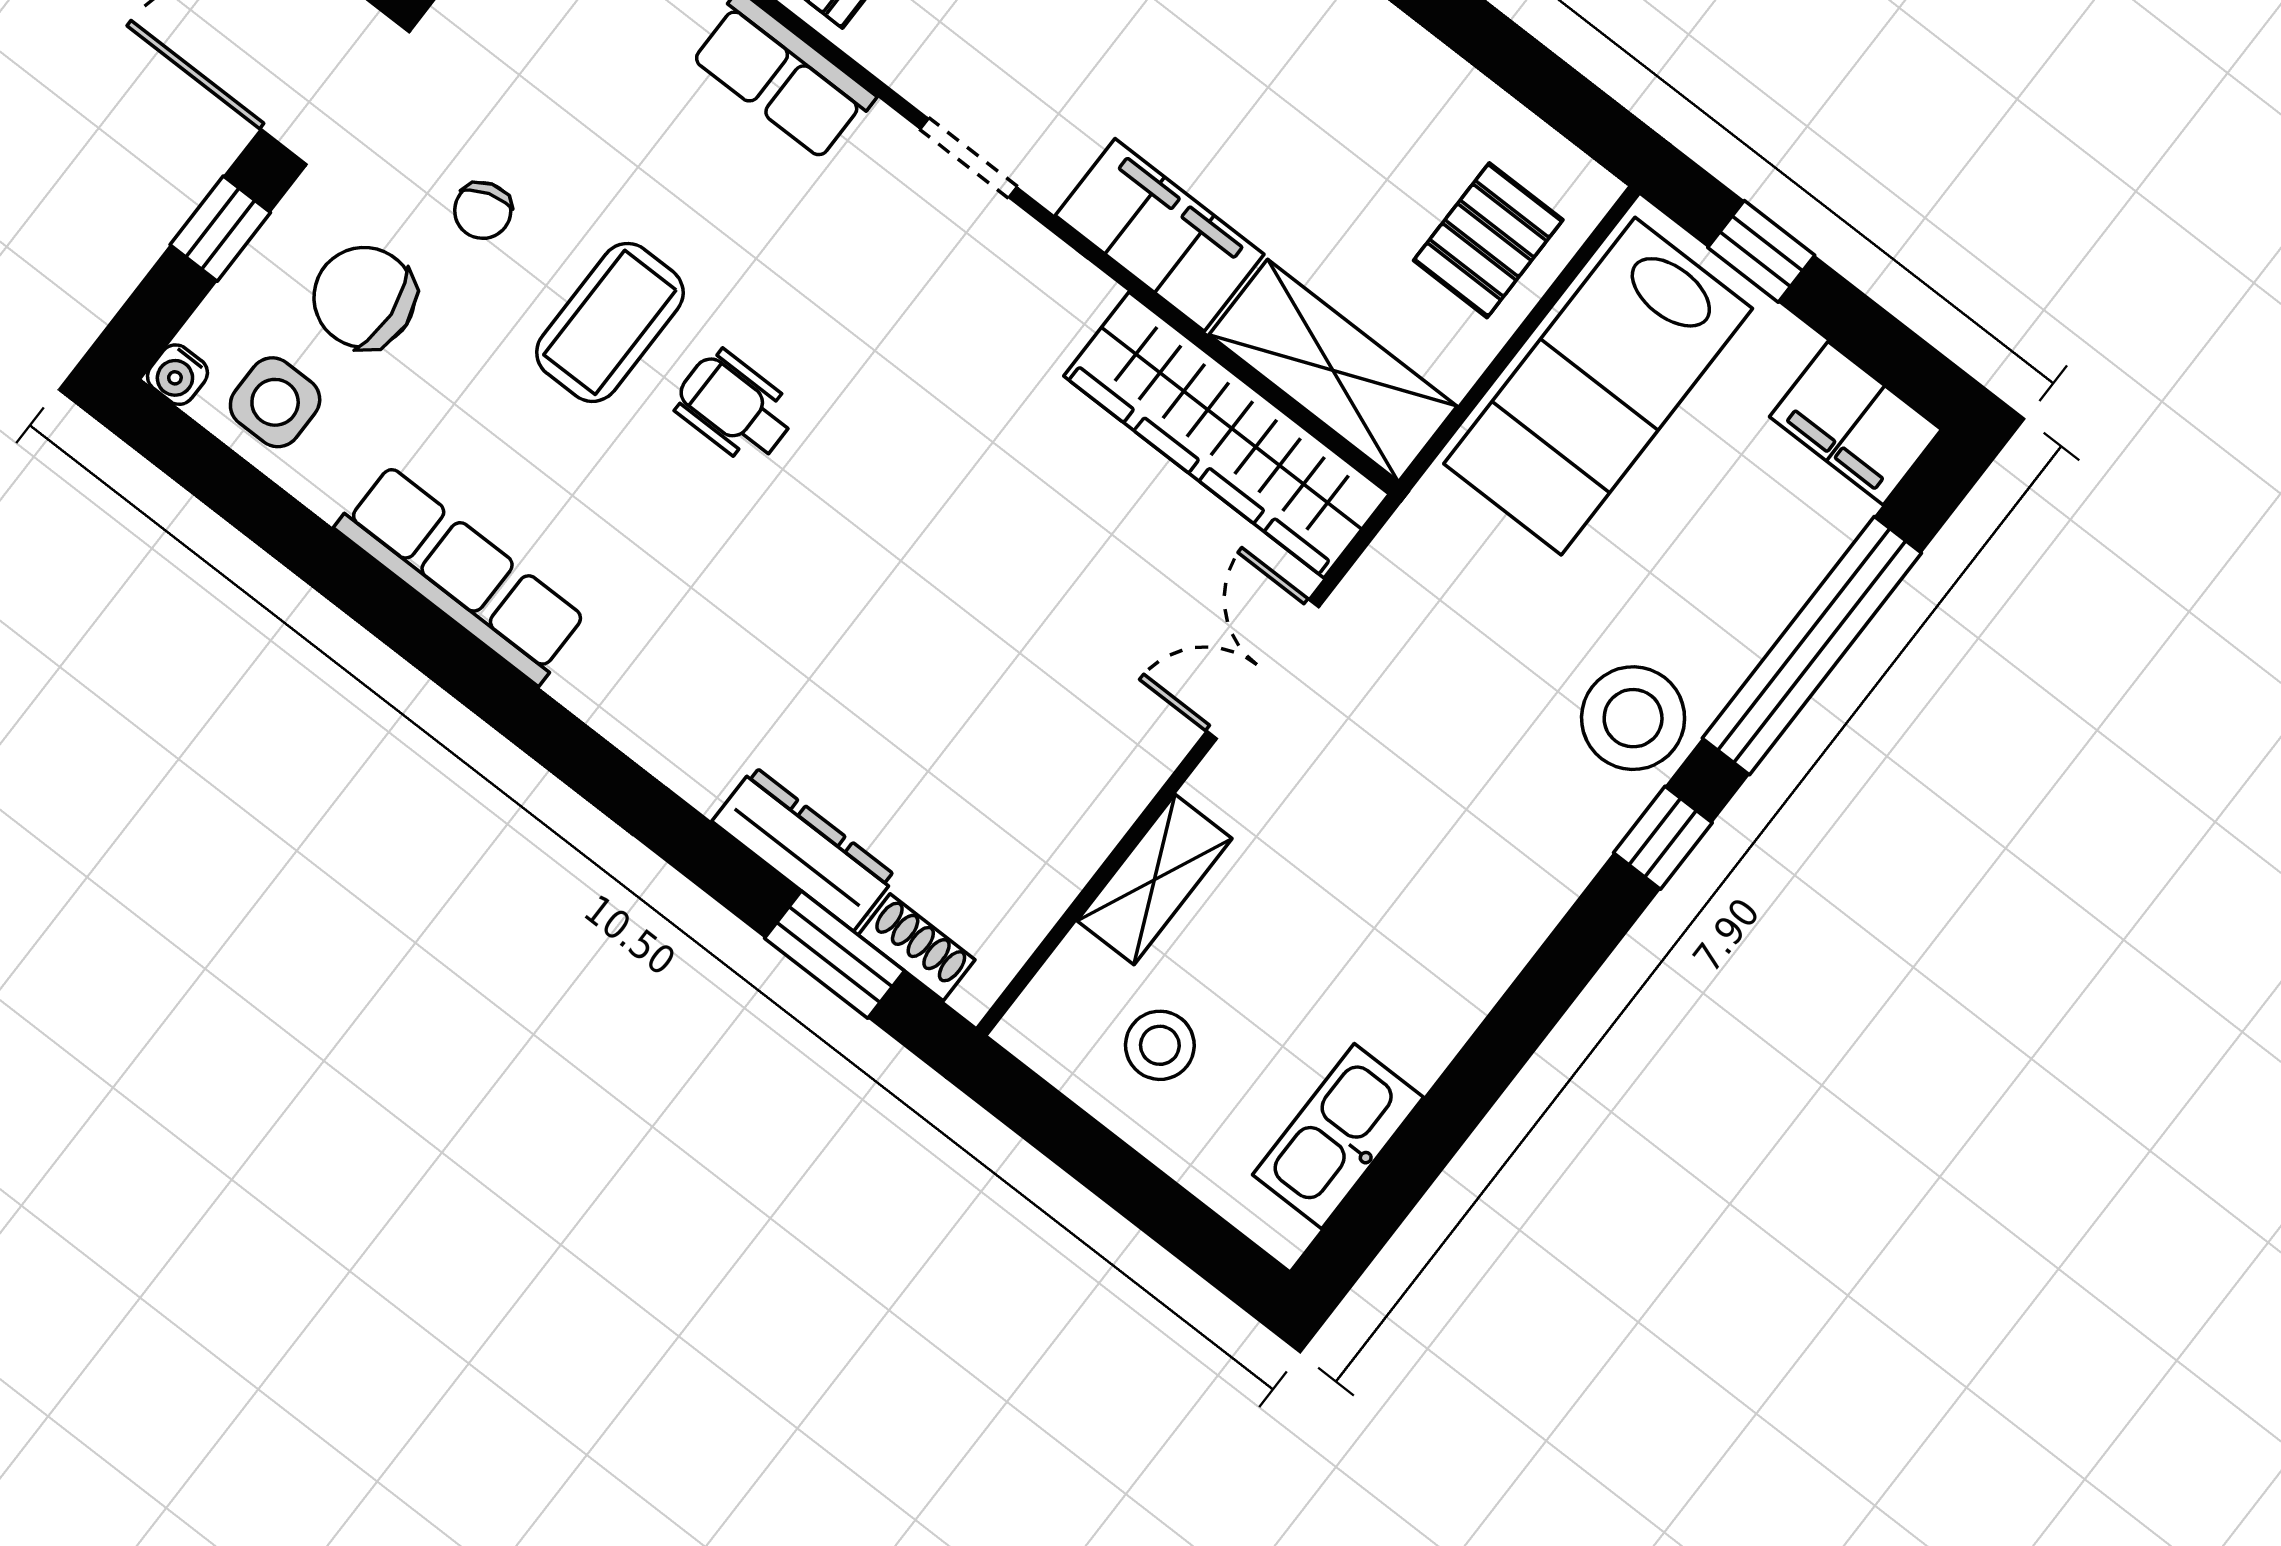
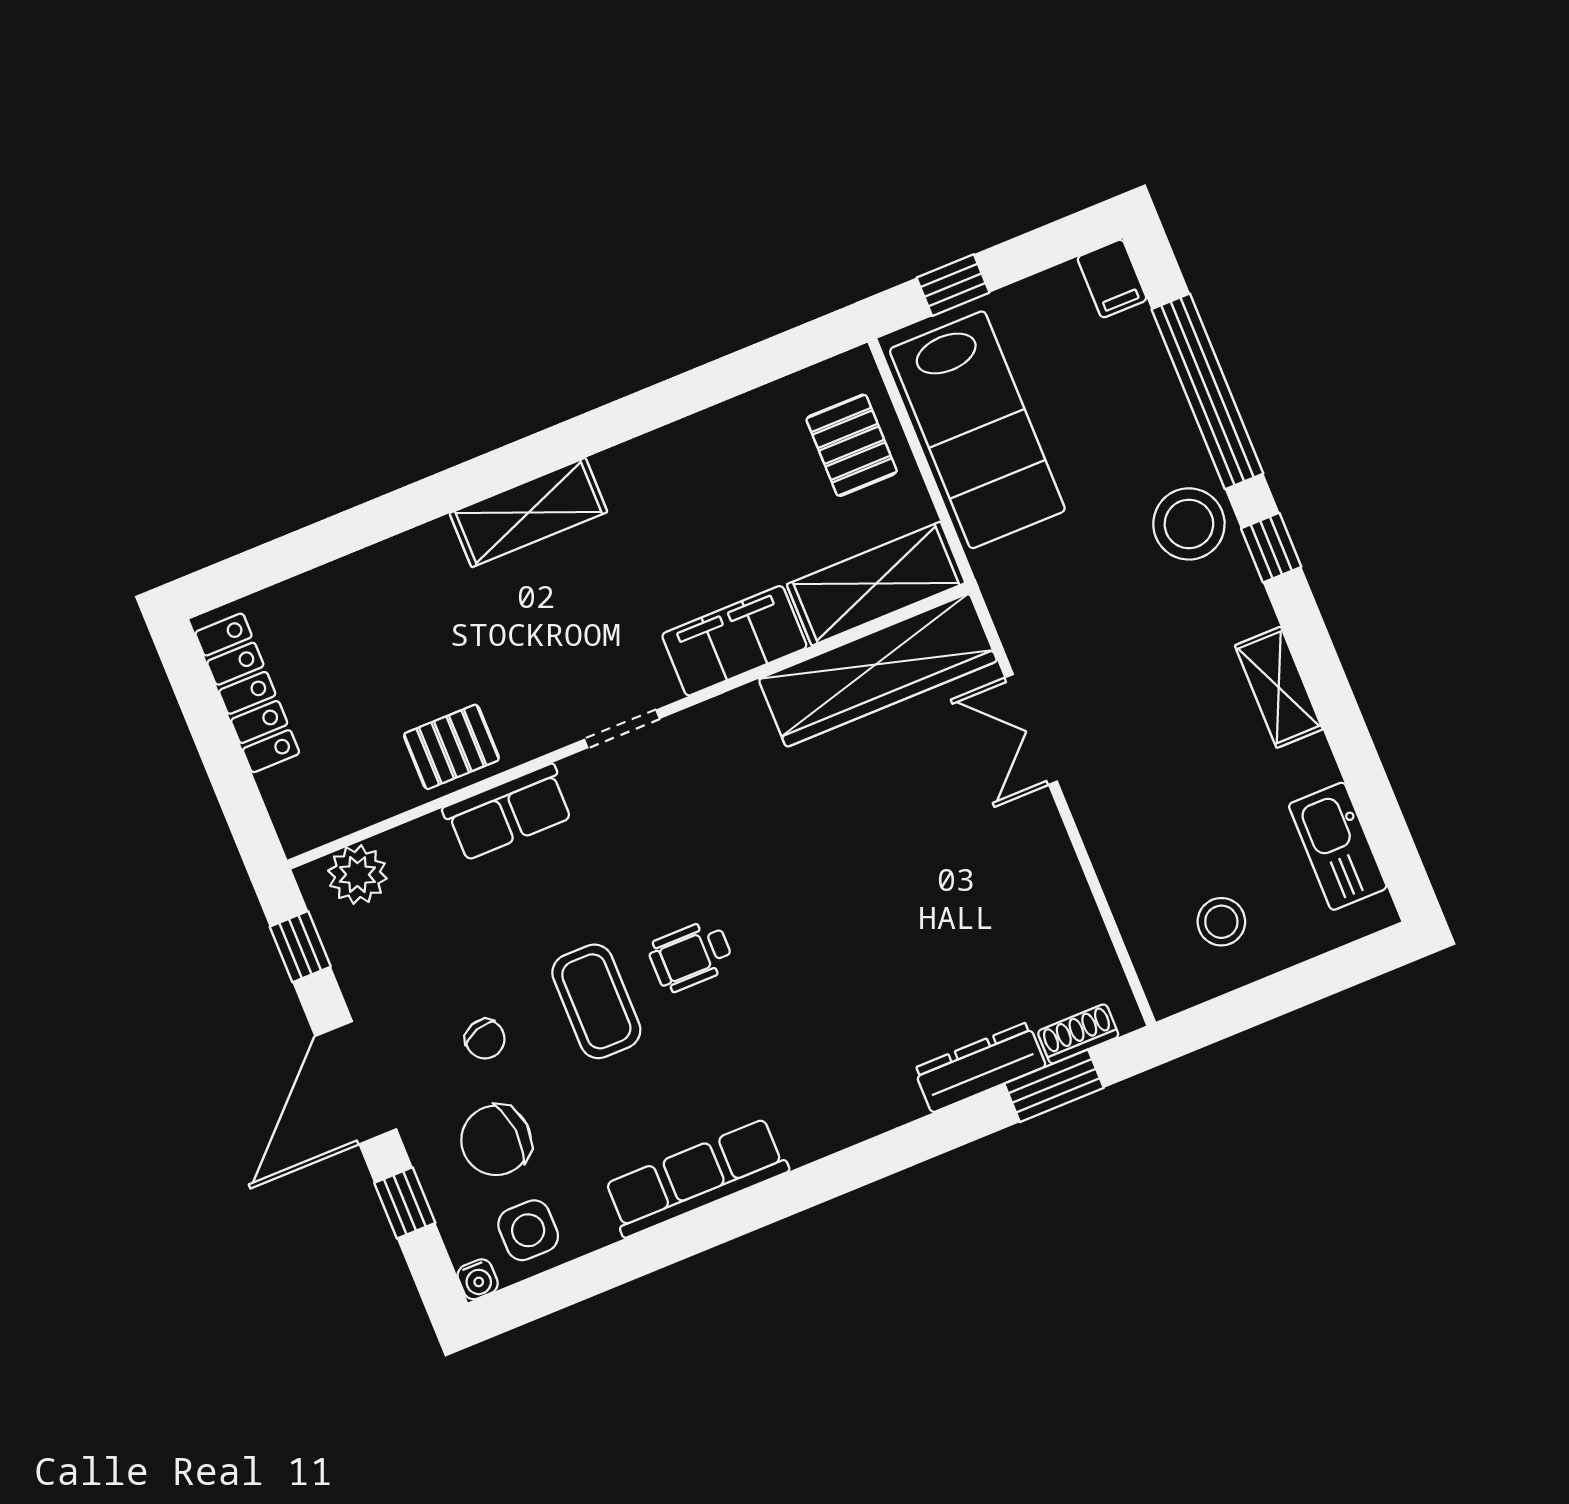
filing cabinet: (1856, 423) -> (1112, 279), width x0.50
shelving: (1155, 880) -> (1279, 687), moved

